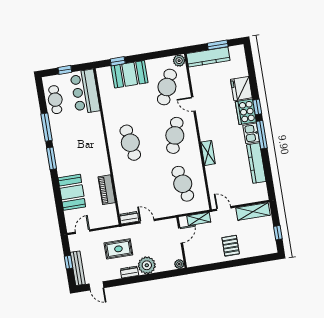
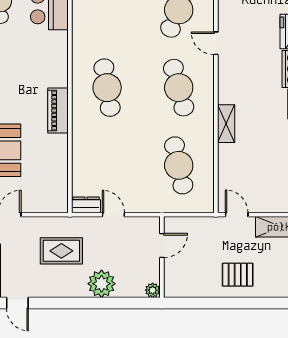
cafe table: (175, 135) -> (179, 88), turned -33
piano: (107, 190) -> (58, 110), moved
shelving: (199, 219) -> (195, 225), removed
pallet: (231, 246) -> (238, 275), turned 90
dresser: (129, 272) -> (73, 290), removed

